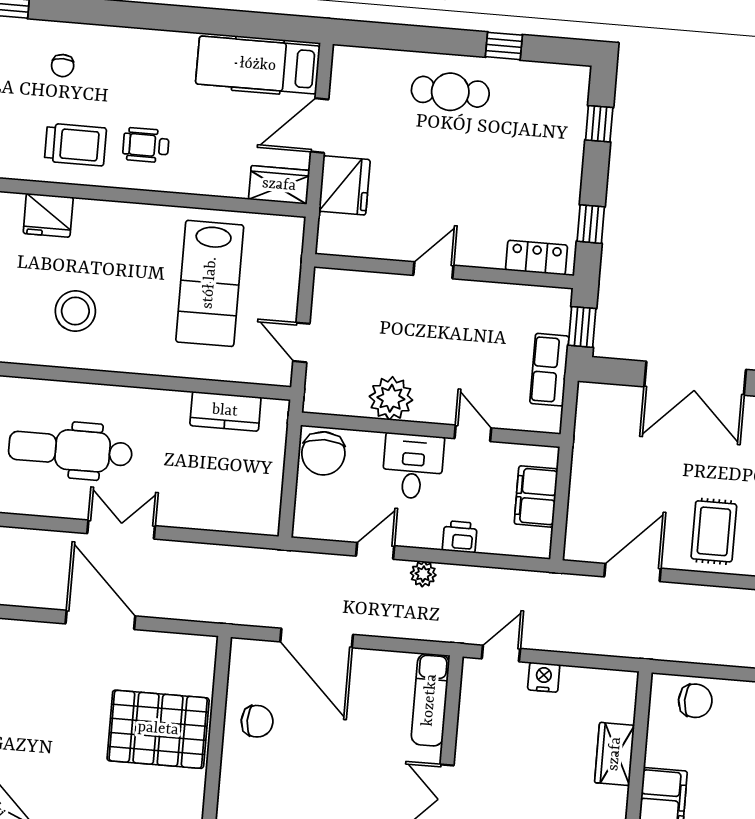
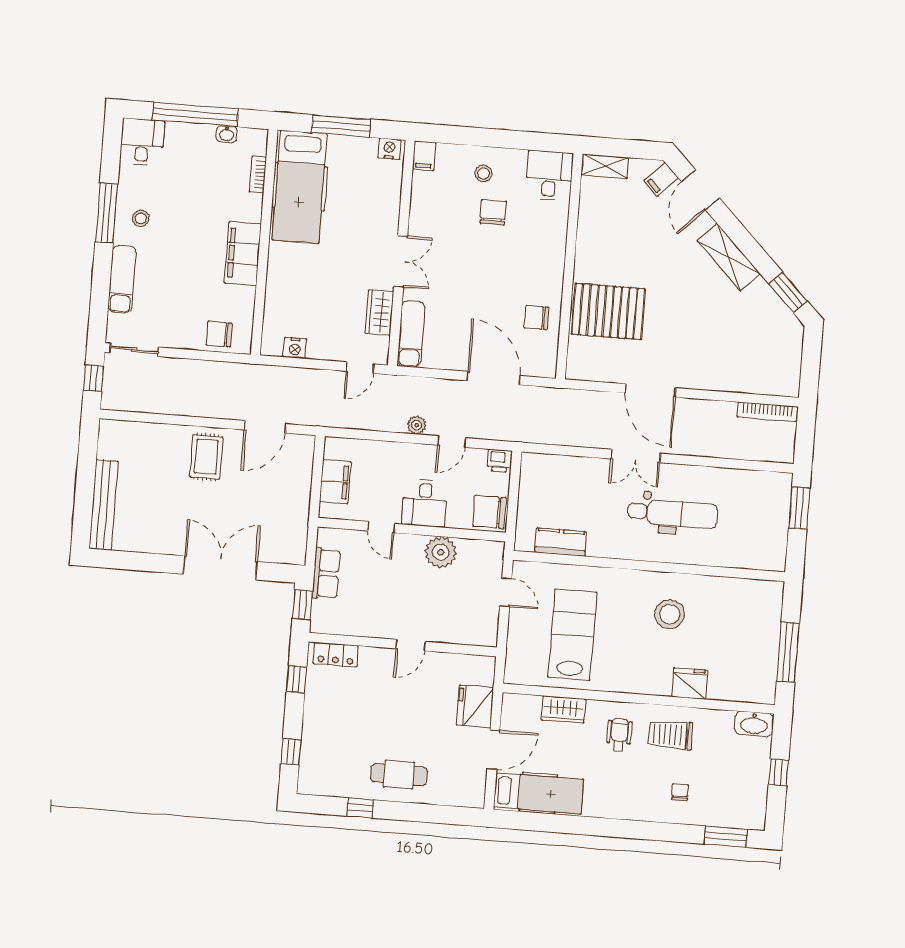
wheelchair: (146, 145) -> (619, 735), turned -90
wardrobe: (279, 185) -> (563, 710), moved
chair: (323, 453) -> (489, 512), turned -90
printer: (460, 537) -> (500, 461), moved
nightstand: (544, 677) -> (295, 348), moved
wardrobe: (615, 754) -> (379, 312), moved, turned 180

